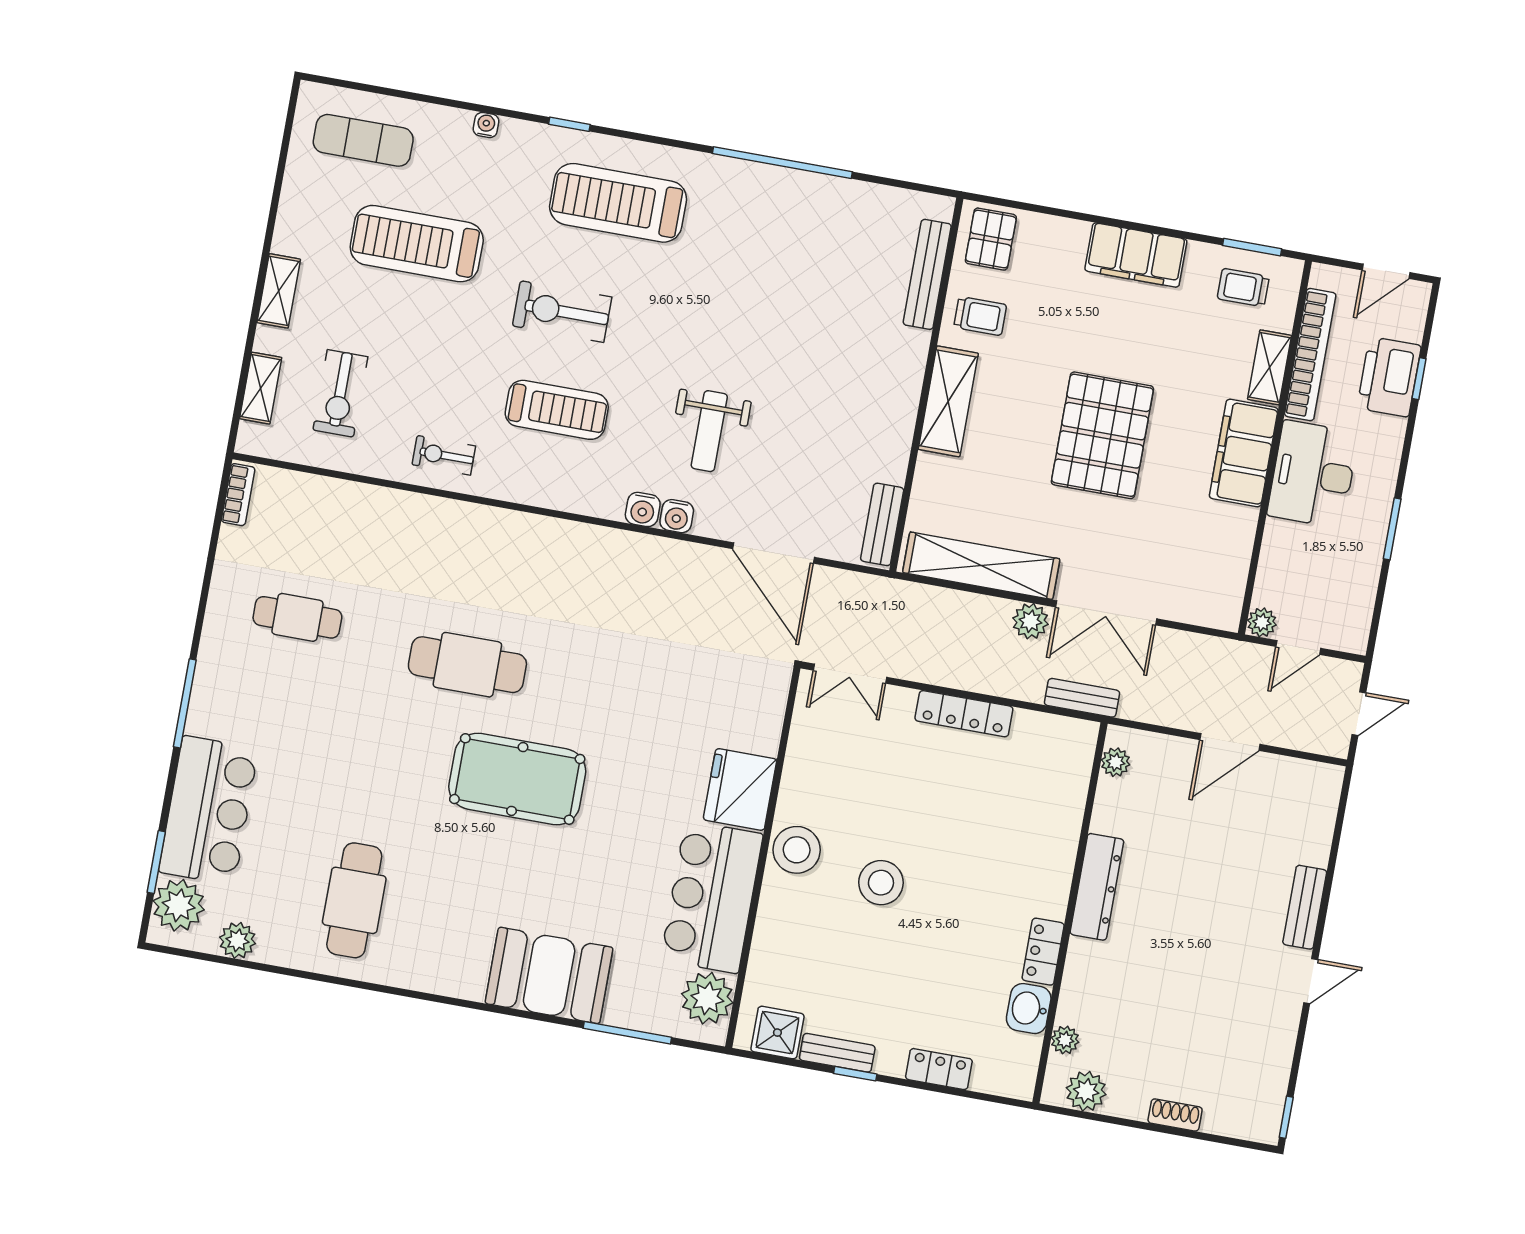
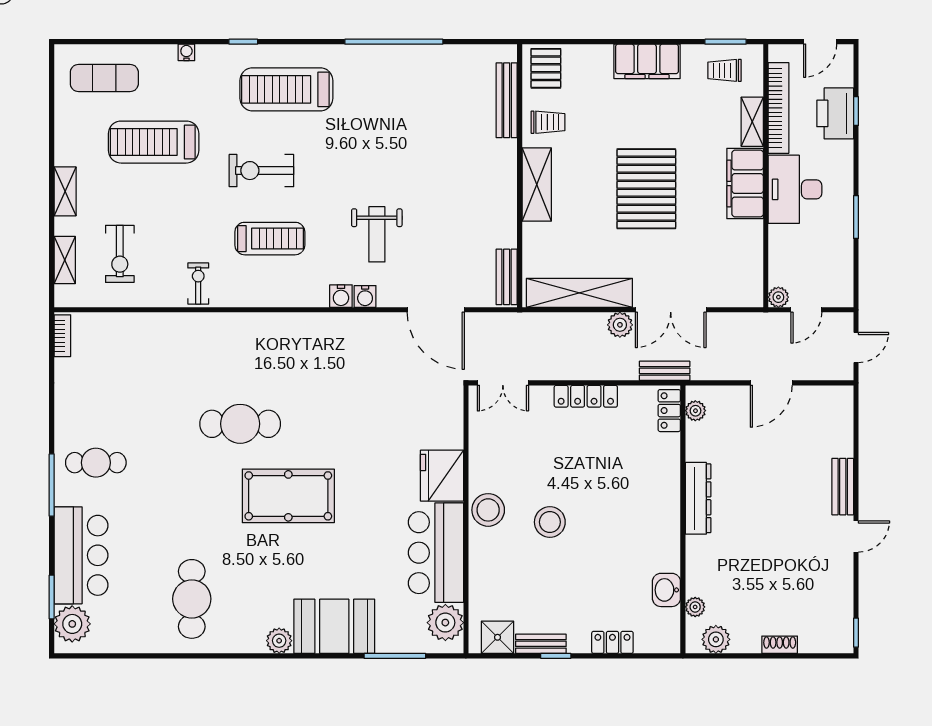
exercise bike: (444, 455) -> (198, 284), turned 90
cafe table: (297, 617) -> (96, 463), moved
plant: (238, 940) -> (279, 641), moved
locker: (1043, 952) -> (669, 411), moved

